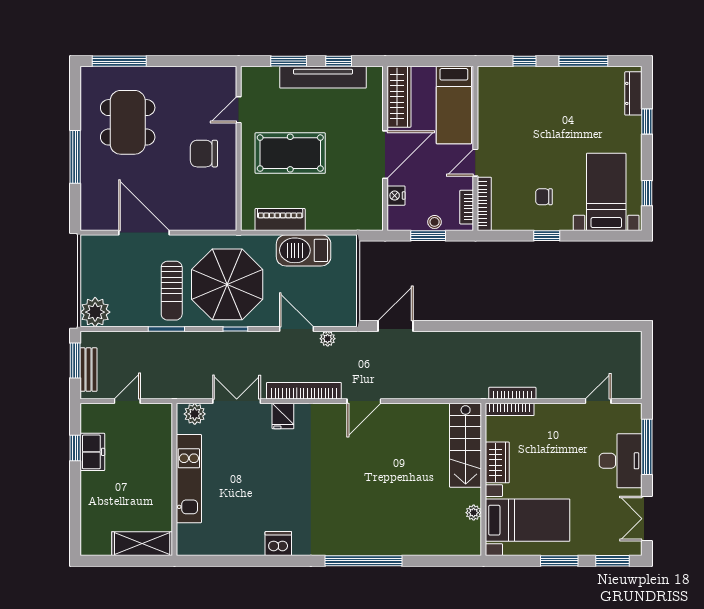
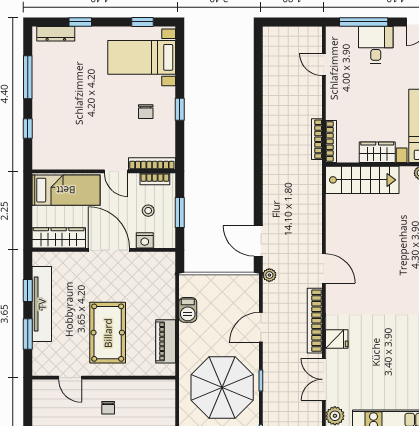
chair: (204, 154) -> (108, 408), width x0.54, depth x0.54
stool: (435, 222) -> (148, 211), moved
barbecue: (304, 250) -> (188, 310), width x0.53, depth x0.65
plant: (328, 339) -> (269, 275), moved
desk: (621, 461) -> (376, 45), width x0.73

